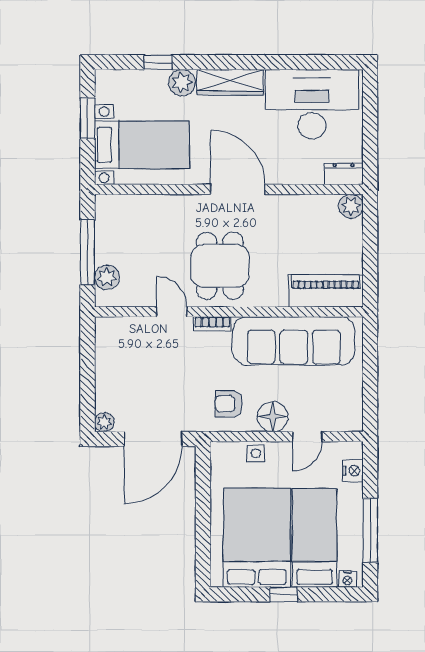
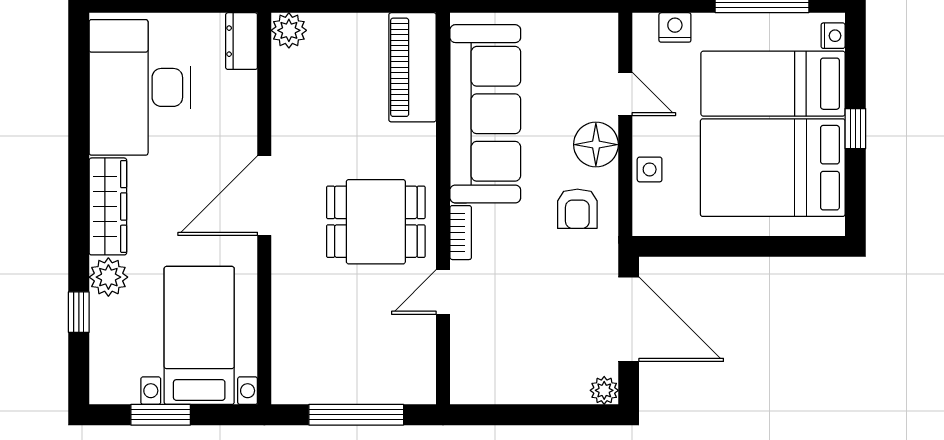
plant: (107, 277) -> (393, 386), removed

